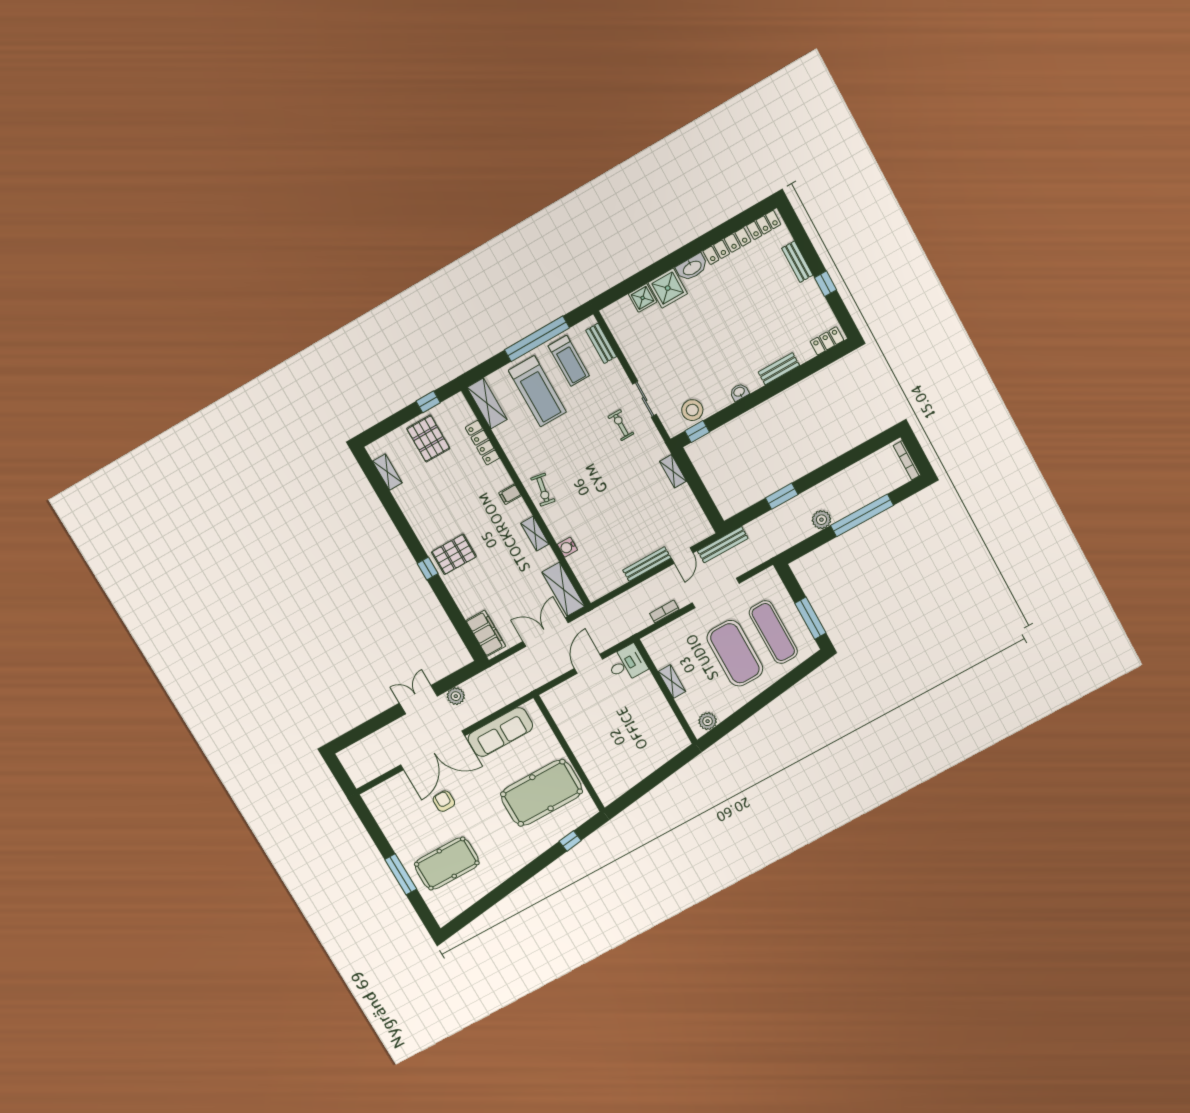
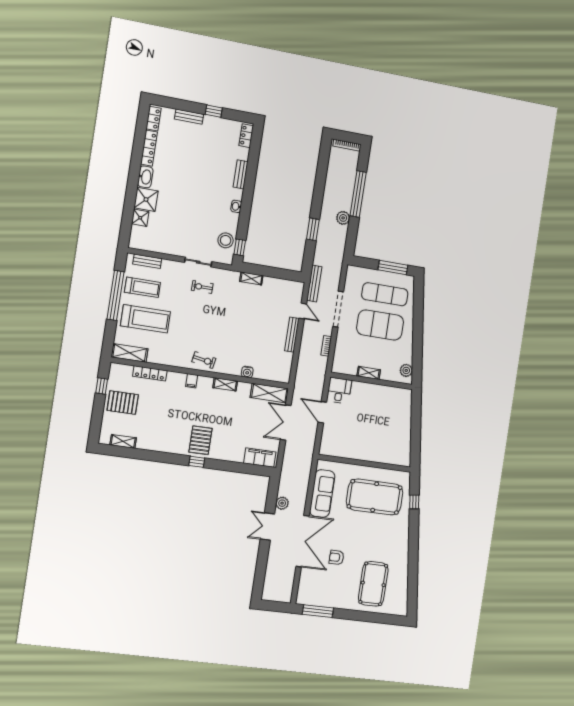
pool table: (541, 793) -> (375, 497), turned 90
window: (401, 874) -> (318, 611), moved

